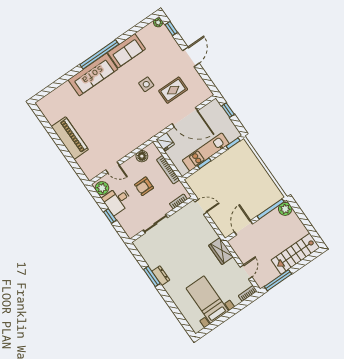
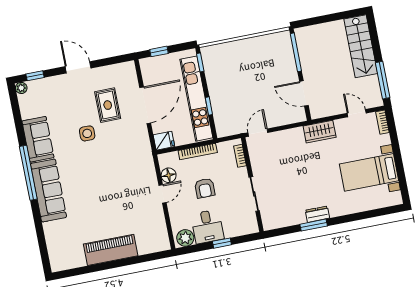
kitchen unit: (206, 152) -> (196, 99), width x1.36
door: (112, 167) -> (163, 194), moved
plant: (285, 209) -> (303, 35), removed

